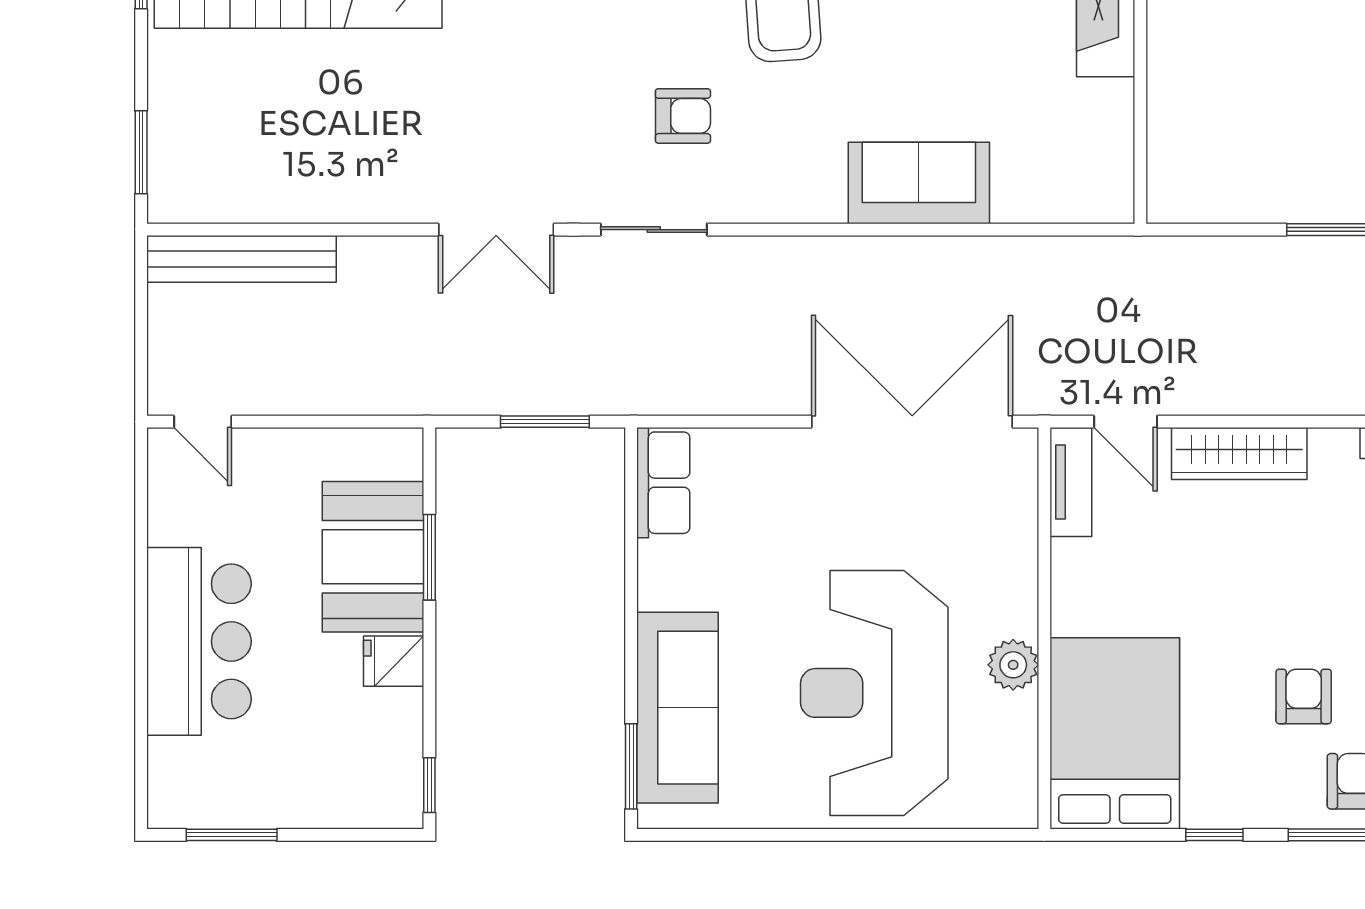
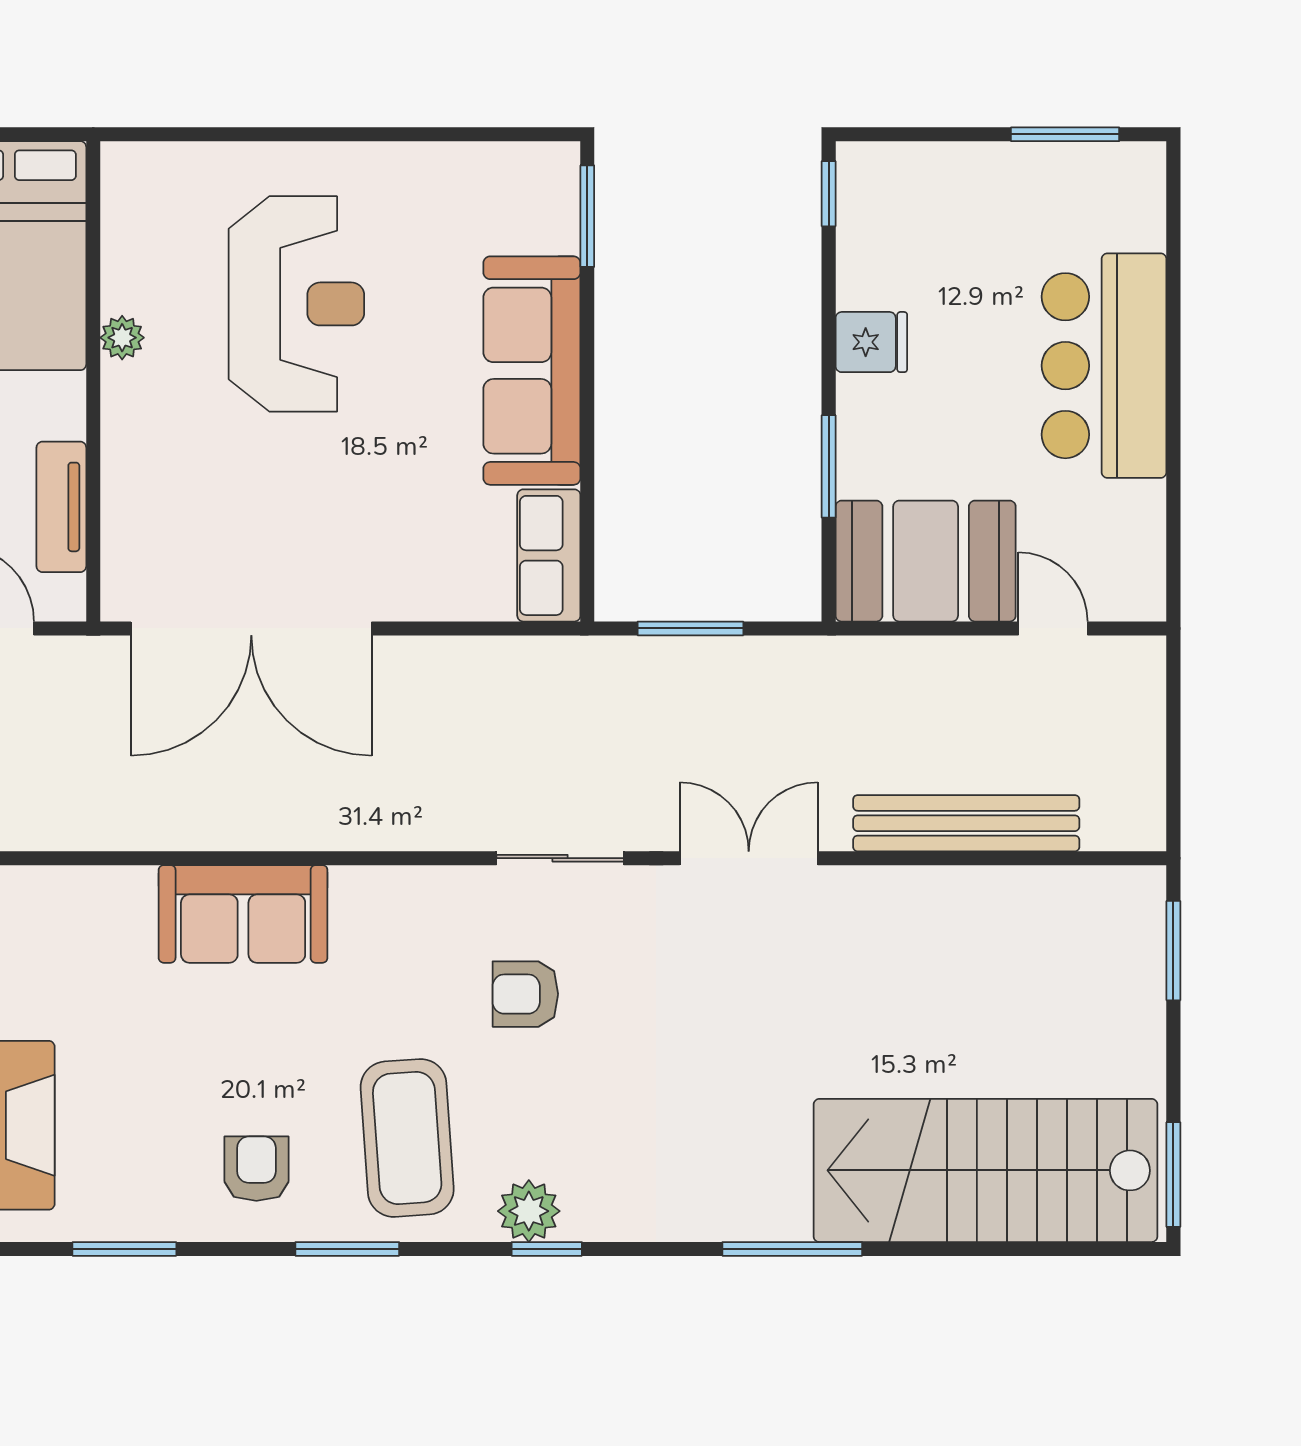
bench: (241, 259) -> (966, 823), moved
door: (203, 422) -> (1053, 628), moved
tv unit: (1071, 482) -> (61, 507), moved
booth: (373, 557) -> (926, 561), moved, turned 90
plant: (1013, 665) -> (122, 338), width x0.73, depth x0.73
reception desk: (874, 693) -> (296, 304), width x0.74, depth x0.77
sofa: (677, 708) -> (532, 371), moved

